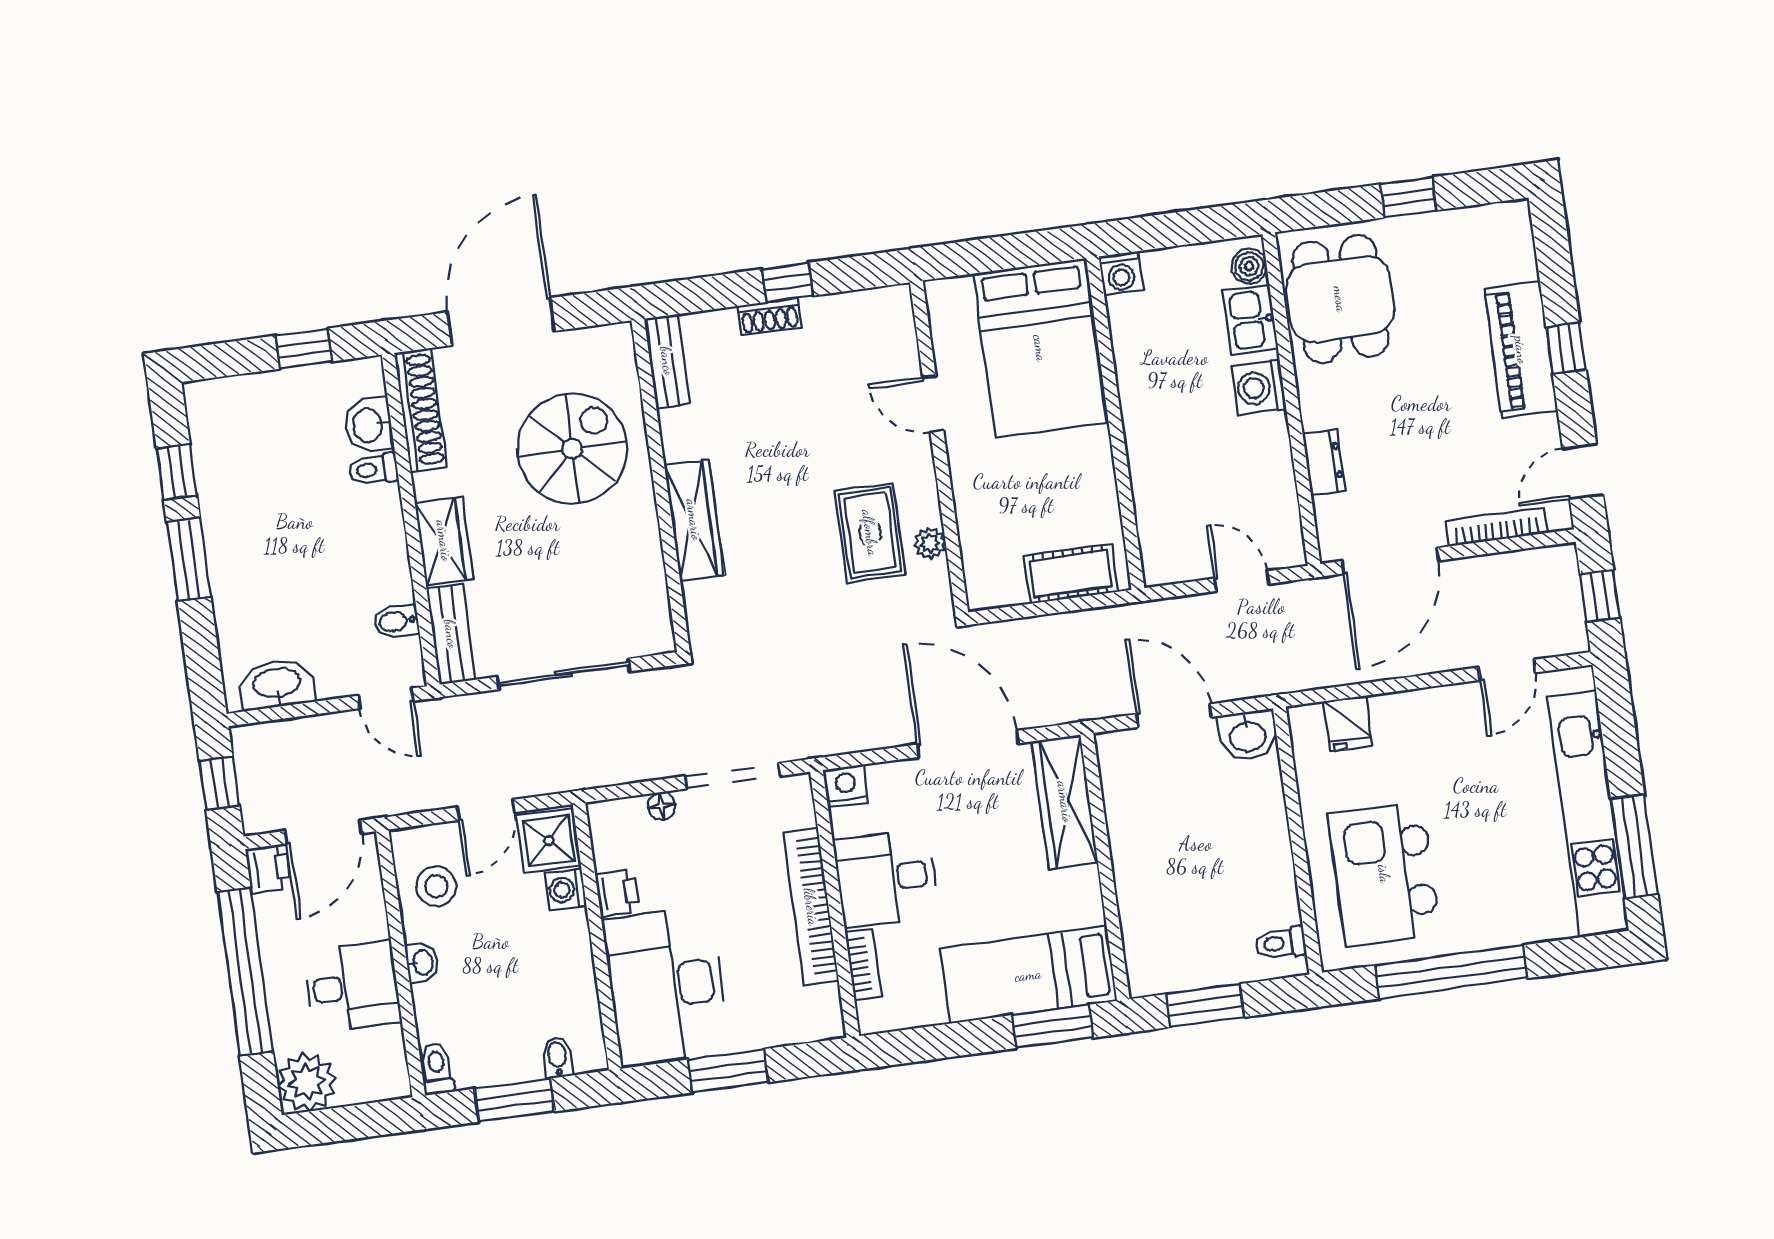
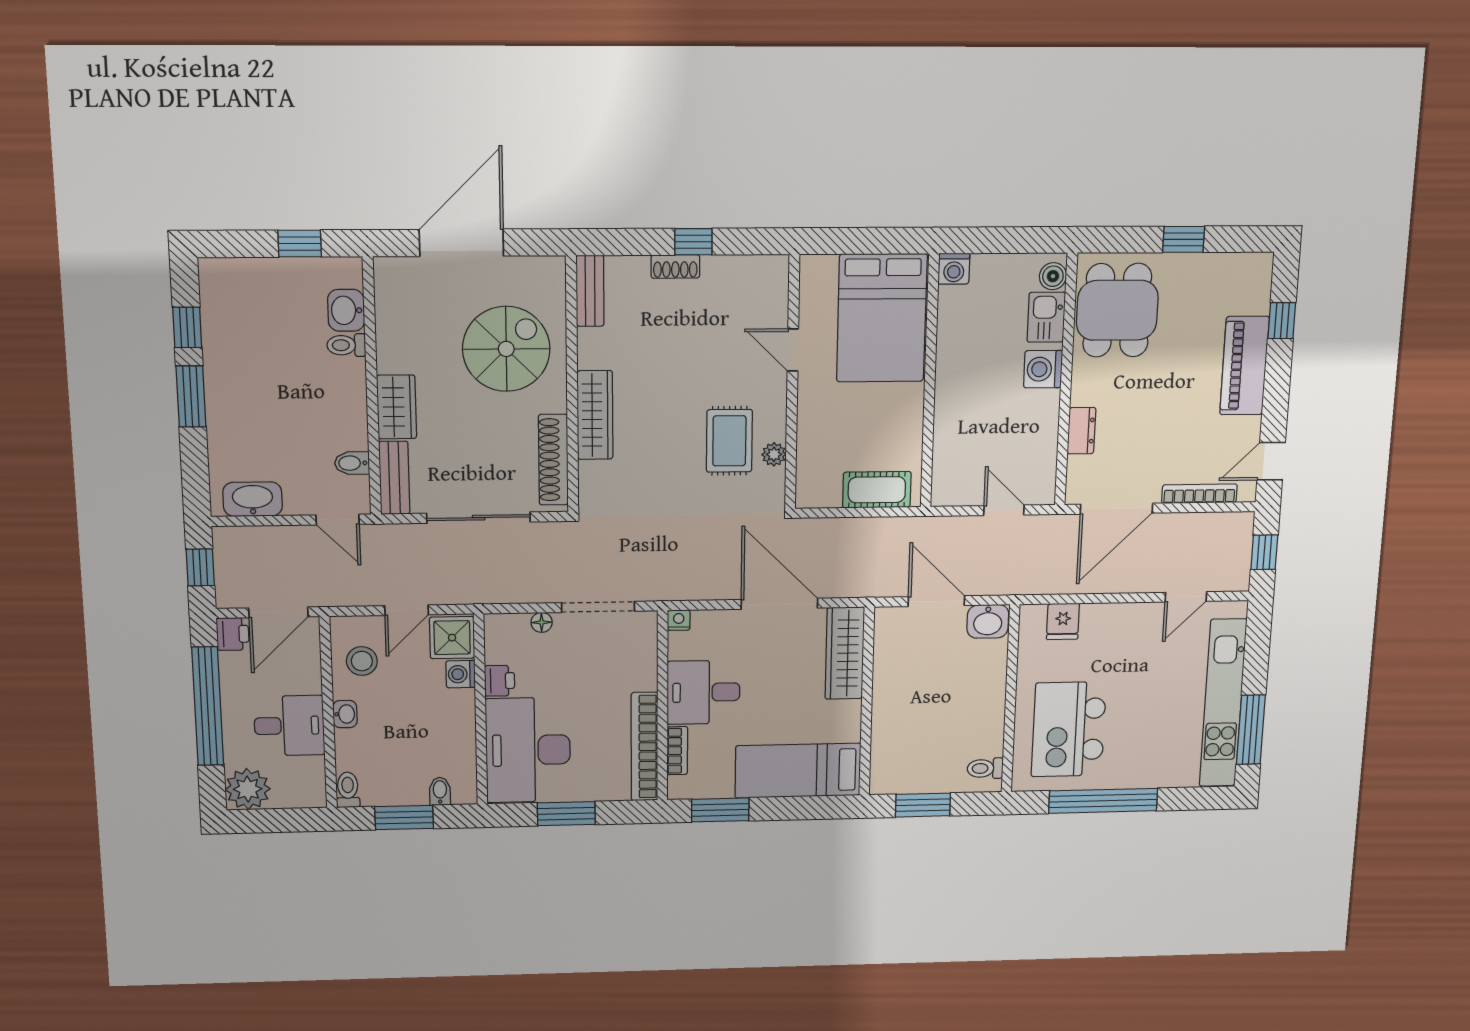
window: (1566, 348) -> (1282, 321), moved
shoe rack: (421, 410) -> (553, 460), moved, turned 180
nightstand: (846, 786) -> (679, 620), width x0.72, depth x0.74
bookcase: (811, 907) -> (645, 747), moved
window: (1052, 1026) -> (720, 810), moved

